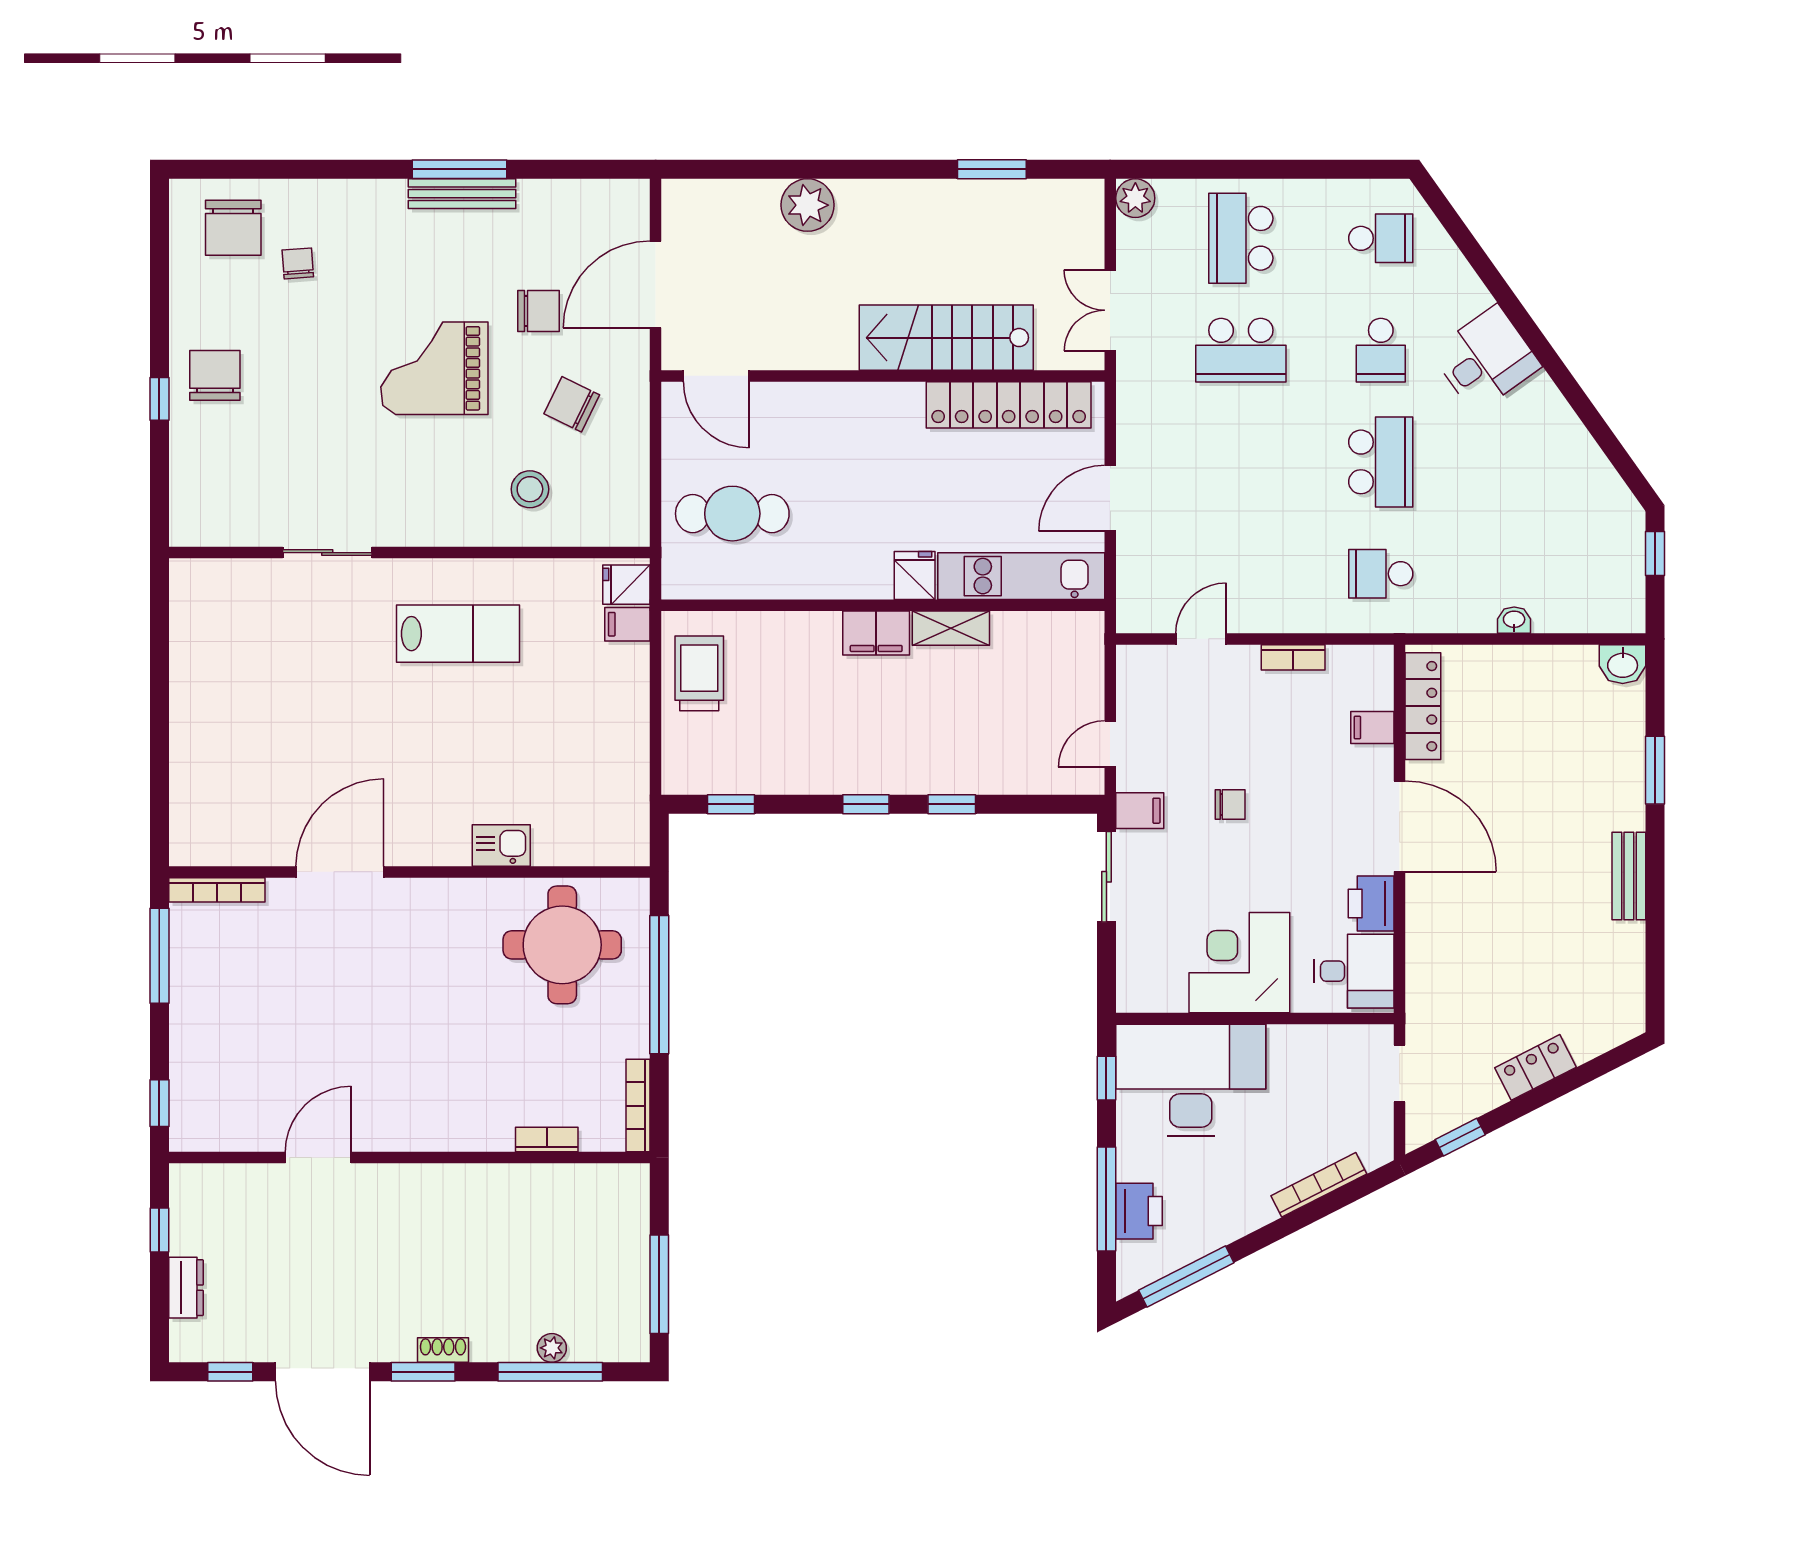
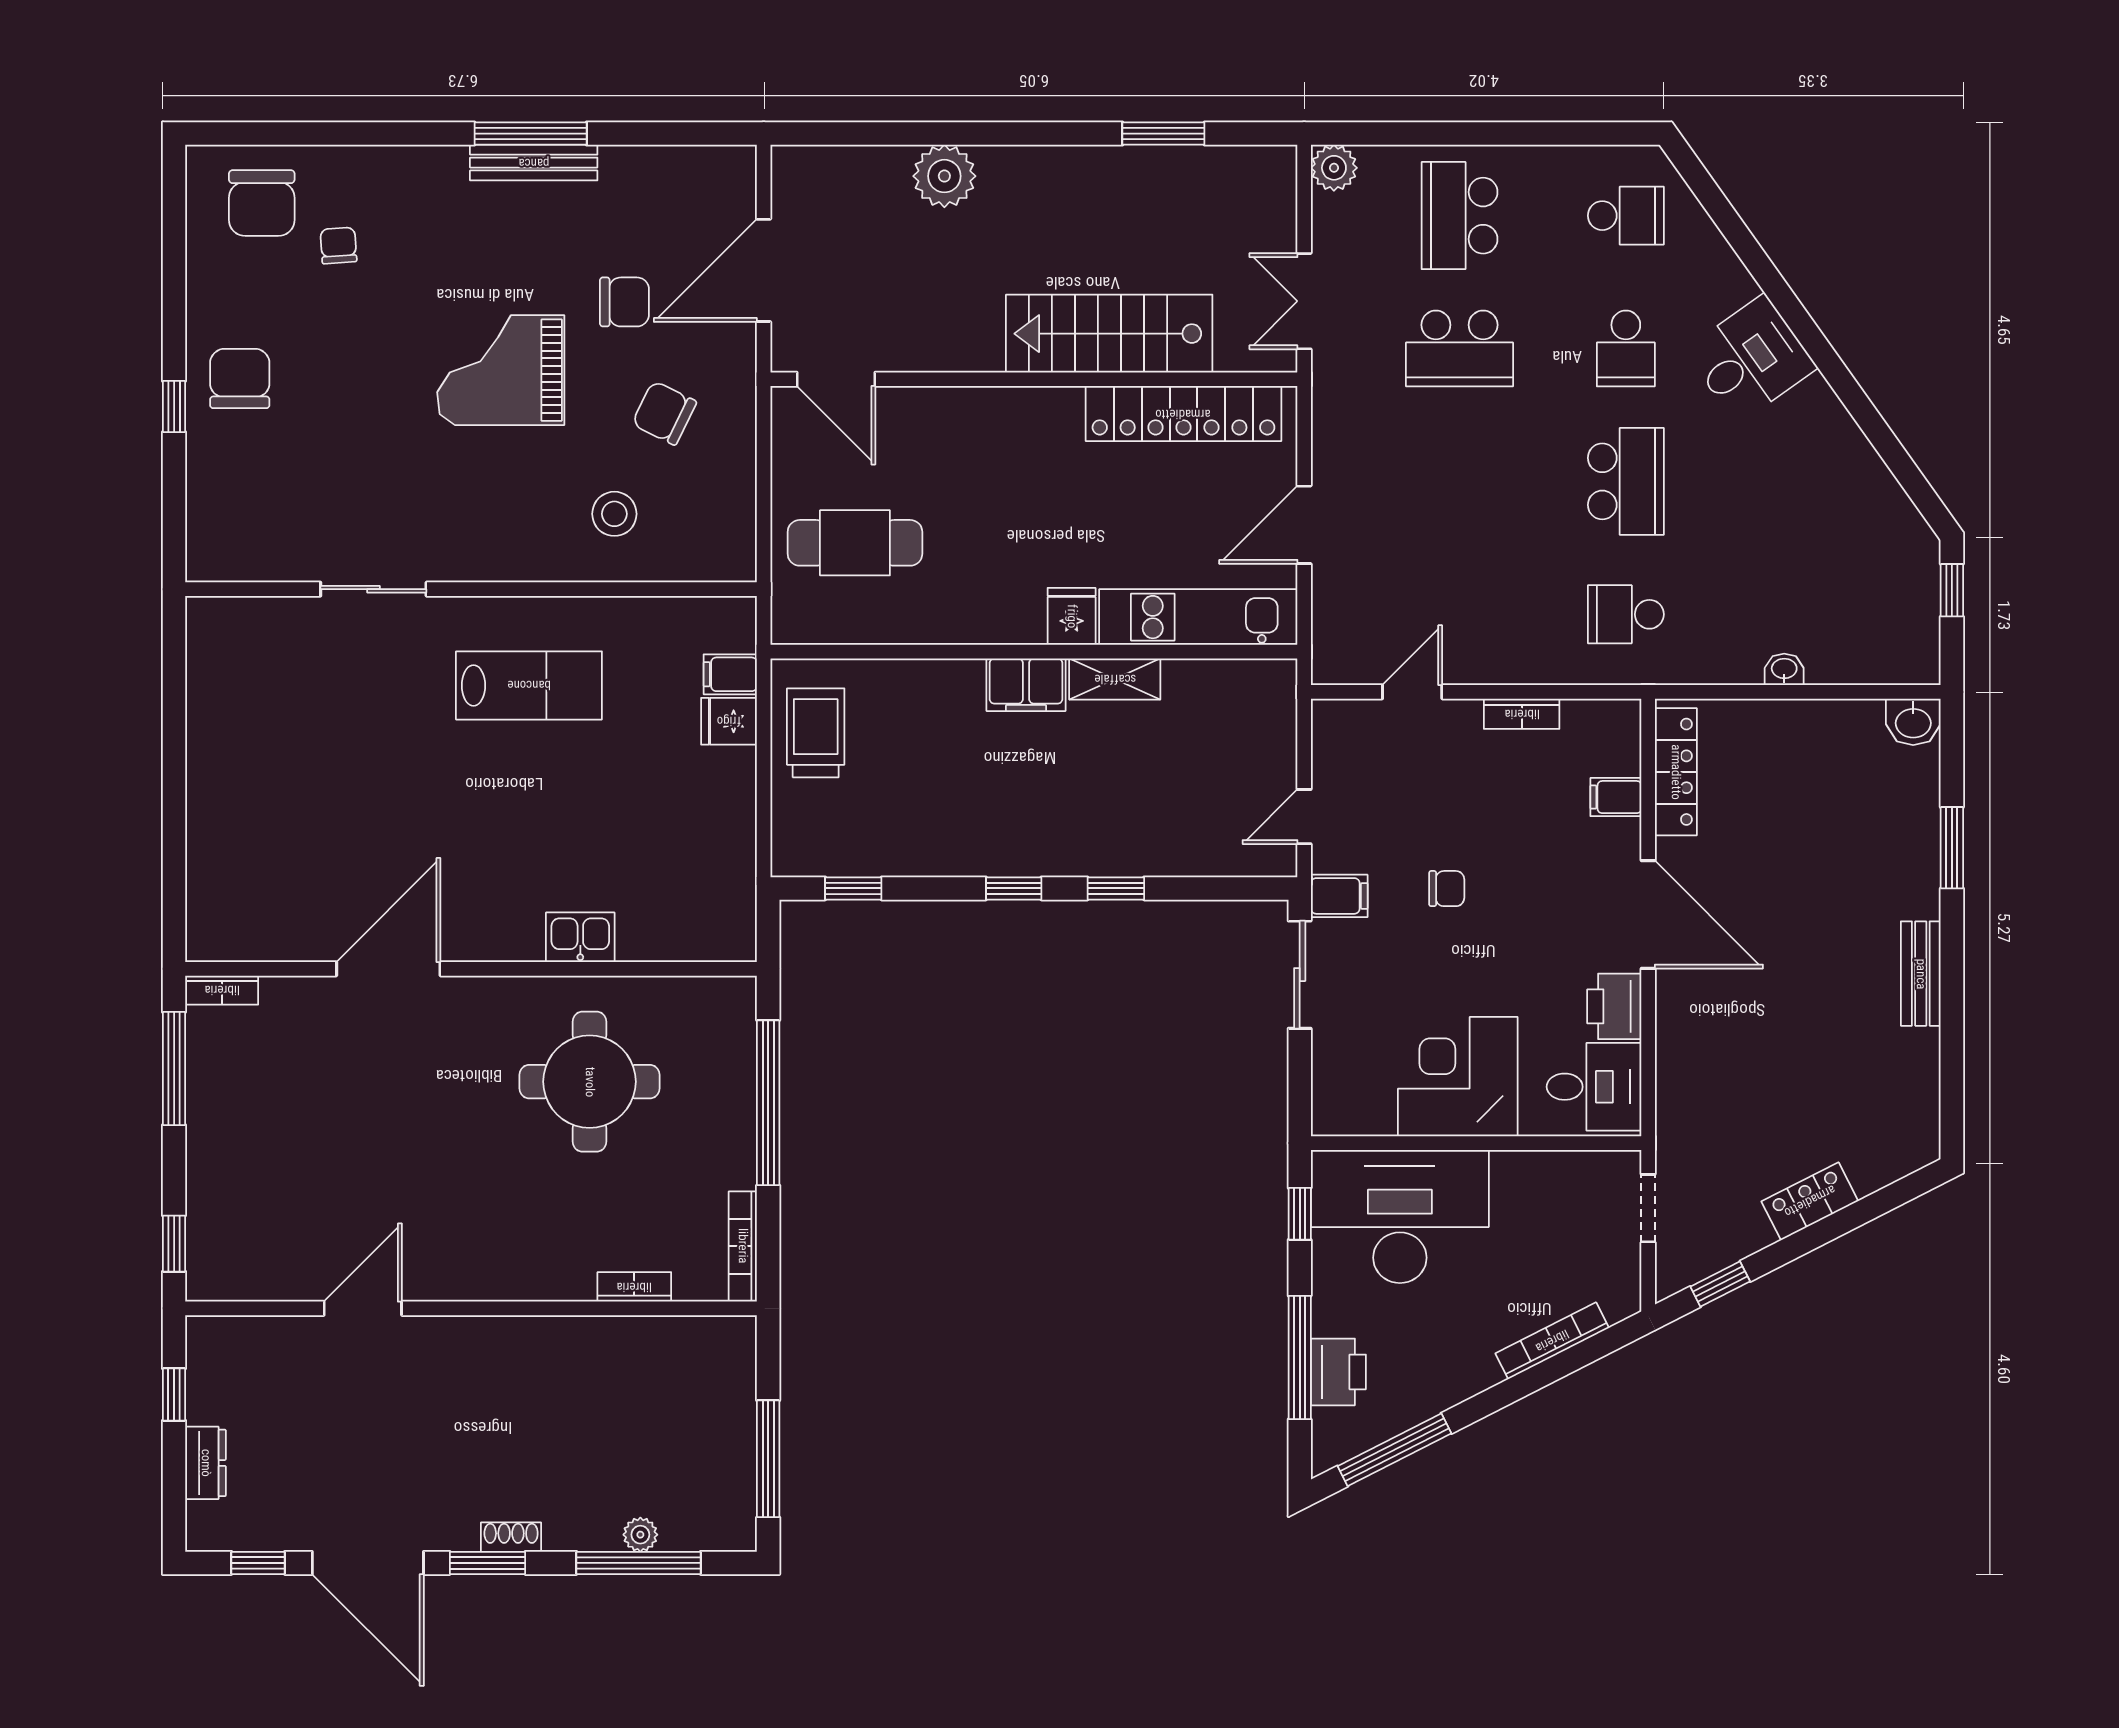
fridge: (626, 585) -> (729, 721), moved
bookcase: (217, 890) -> (222, 990), width x0.64
round table: (562, 945) -> (590, 1082), moved

